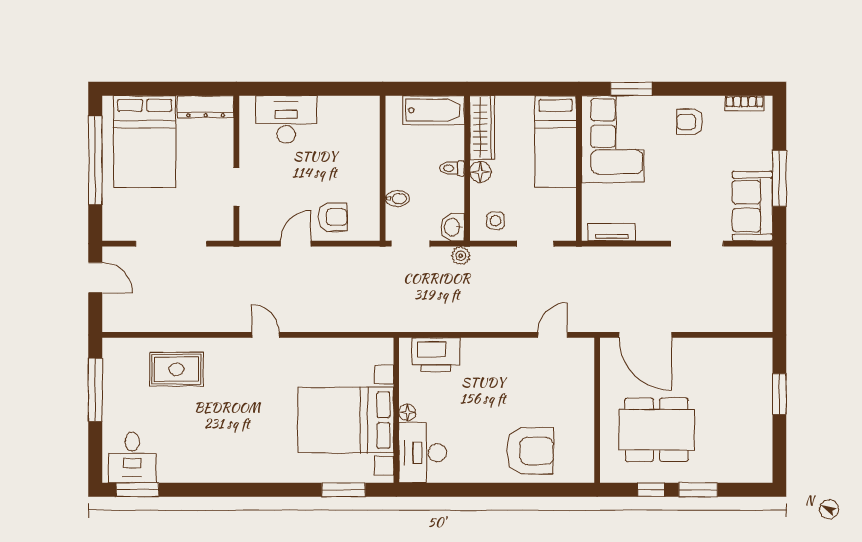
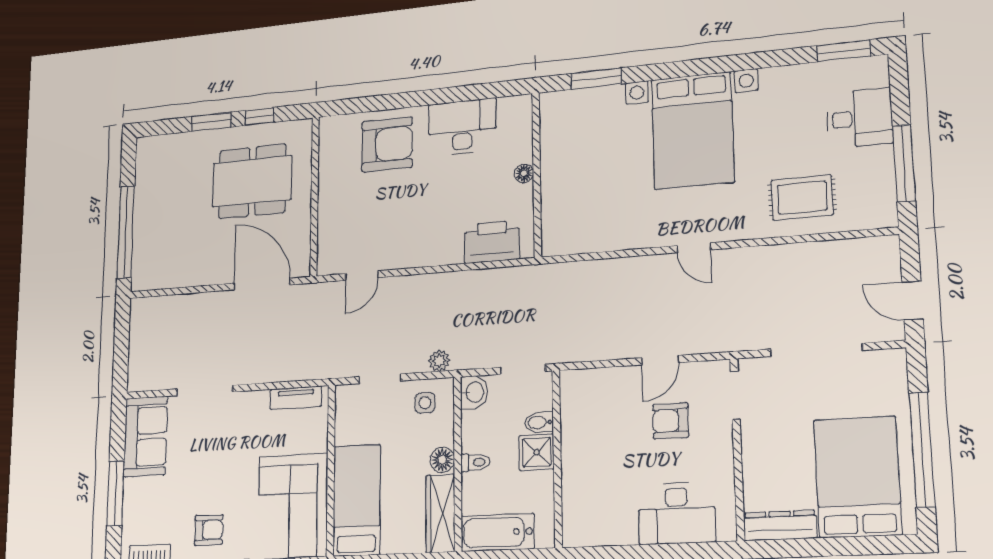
shower: (400, 174) -> (537, 452), added
window: (779, 178) -> (116, 493), moved
doorway: (236, 187) -> (735, 395), moved
armchair: (333, 217) -> (671, 421), moved
plant: (461, 256) -> (439, 361), moved
window: (779, 394) -> (126, 232), width x2.11
bed with nightstands: (346, 420) -> (693, 131), moved, turned 90
armchair: (530, 451) -> (387, 144), turned 180
desk: (423, 453) -> (462, 127), moved, turned -90
desk: (132, 457) -> (860, 118), moved, turned 90

